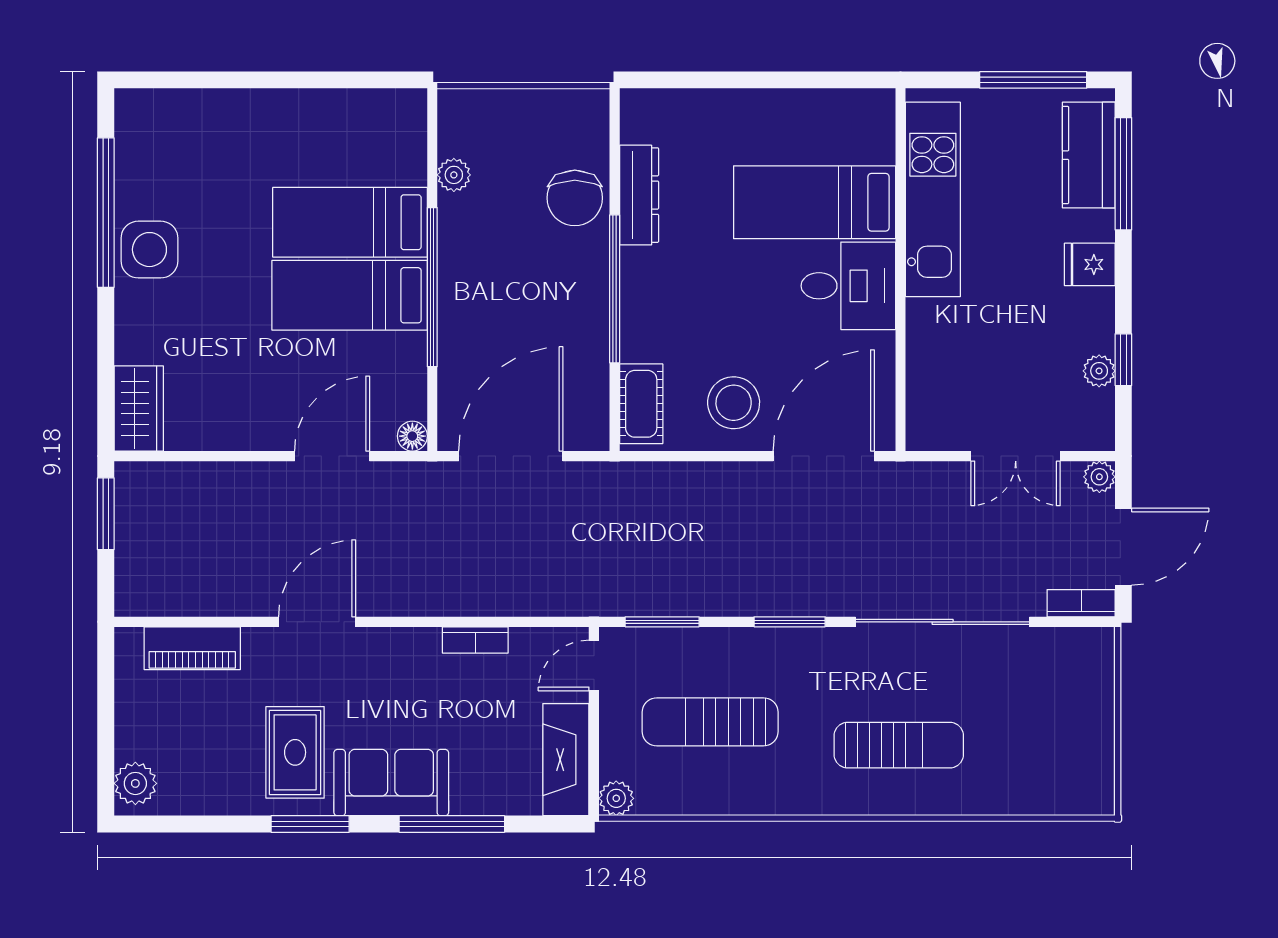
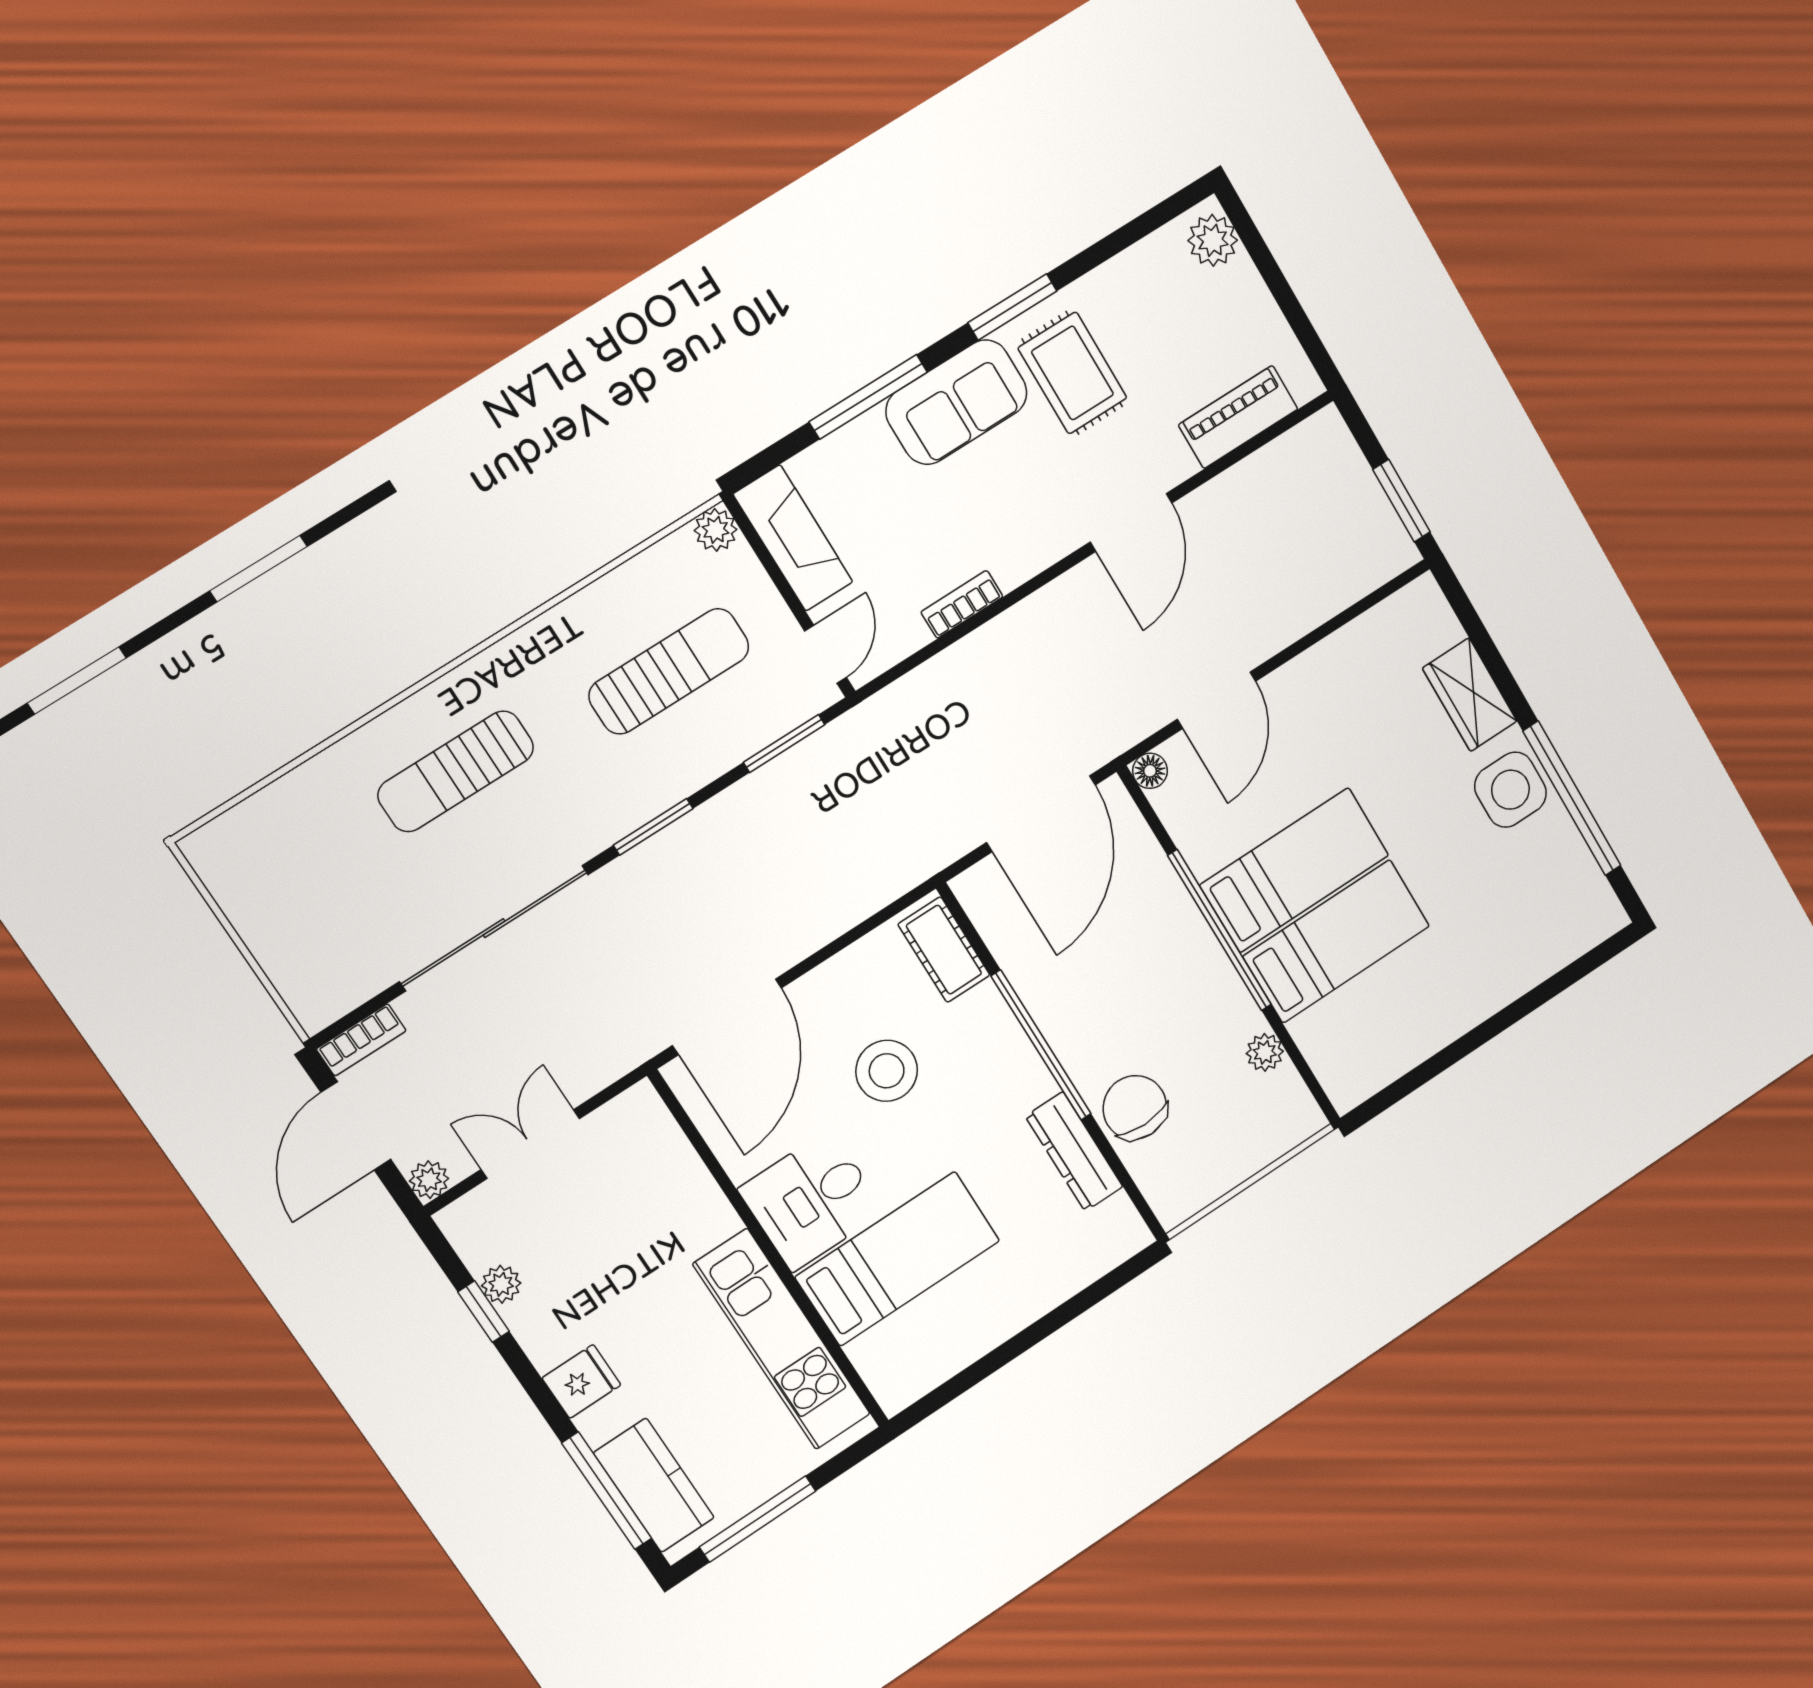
stool: (734, 403) -> (887, 1071), moved
wardrobe: (139, 409) -> (1470, 695), moved

